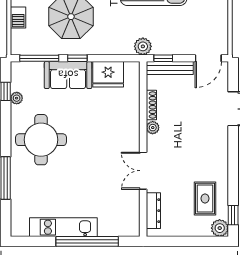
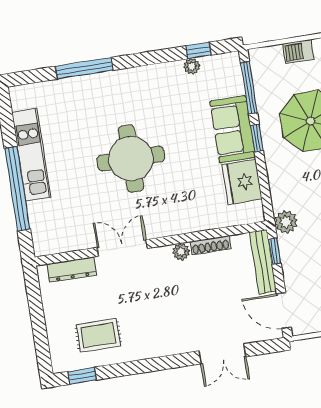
round table: (41, 140) -> (131, 159), moved
plant: (220, 228) -> (62, 361), removed

